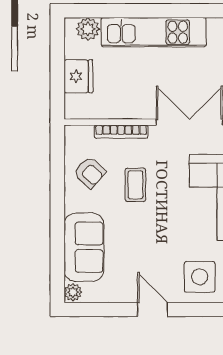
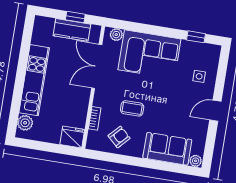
fridge: (78, 76) -> (72, 137), moved
bookcase: (121, 132) -> (95, 118), width x0.64
side table: (200, 277) -> (199, 76), width x0.54, depth x0.54

